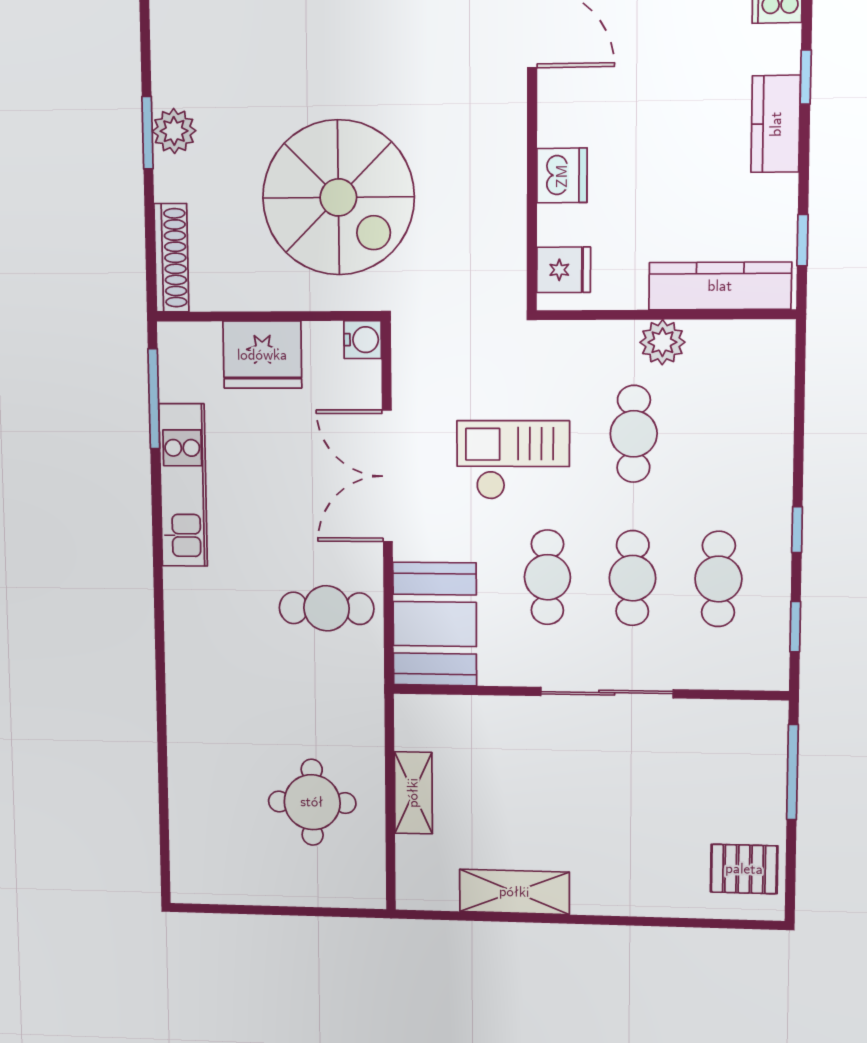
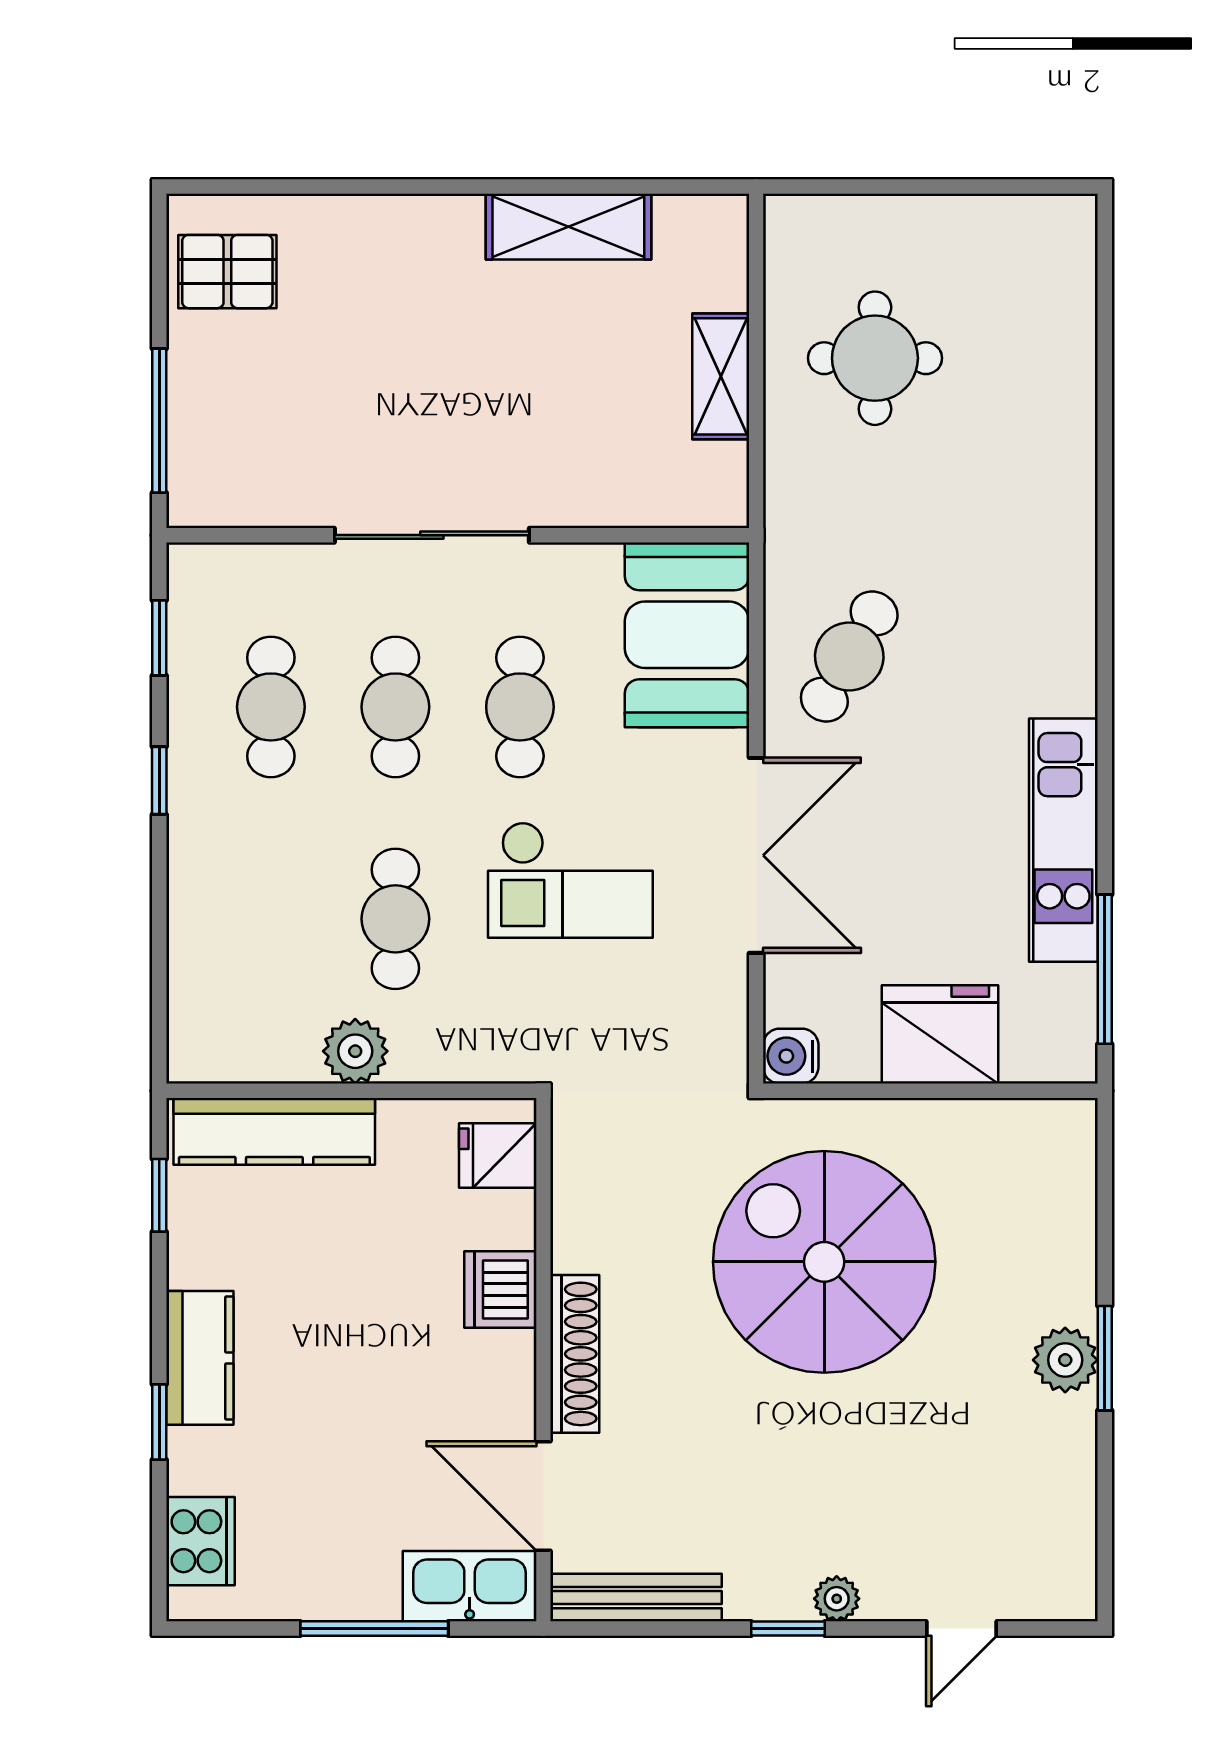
shoe rack: (171, 258) -> (575, 1354), moved, turned 180
cafe table: (327, 608) -> (849, 656), turned -60

